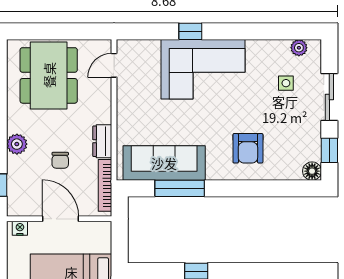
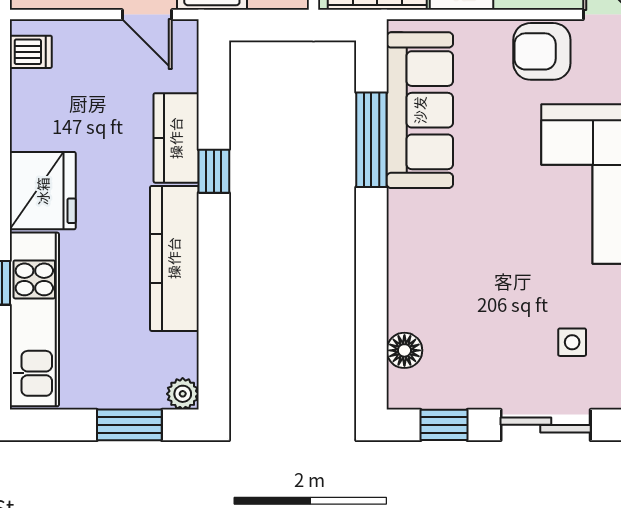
armchair: (248, 148) -> (542, 51), moved
floor lamp: (312, 171) -> (404, 350), moved

